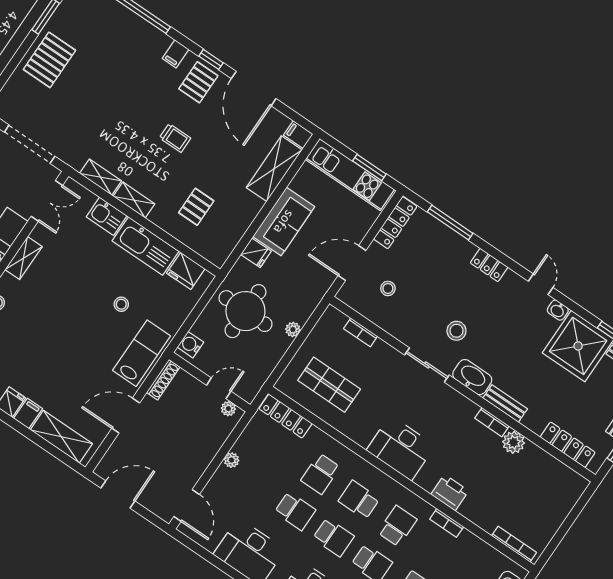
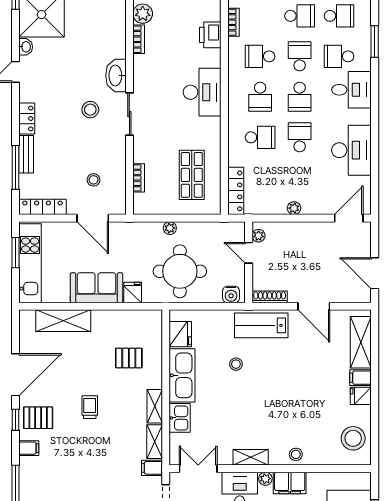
filing cabinet: (298, 135) -> (152, 468), moved, turned 90
bench: (505, 404) -> (26, 154), moved
school desk: (333, 537) -> (300, 97), turned 180

